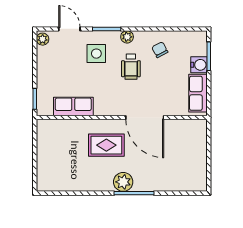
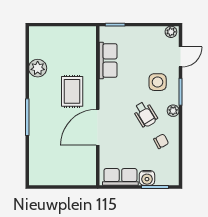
wheelchair: (131, 67) -> (145, 114), turned -121
plant: (123, 182) -> (38, 68), moved

